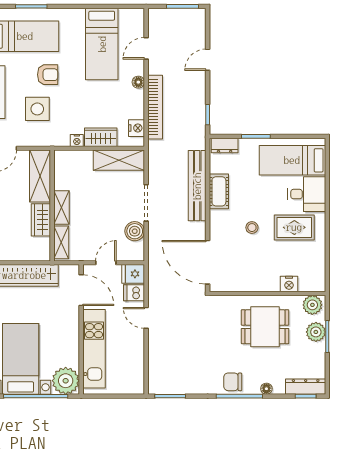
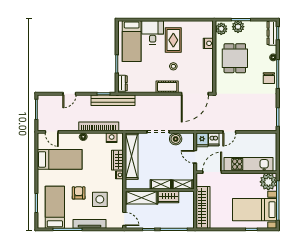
door: (146, 48) -> (52, 132), moved
door: (208, 60) -> (69, 94), hinge flipped
shelving: (119, 160) -> (132, 156), width x1.47
bench: (197, 186) -> (113, 100), moved
cot: (219, 191) -> (167, 87), moved

